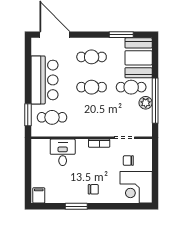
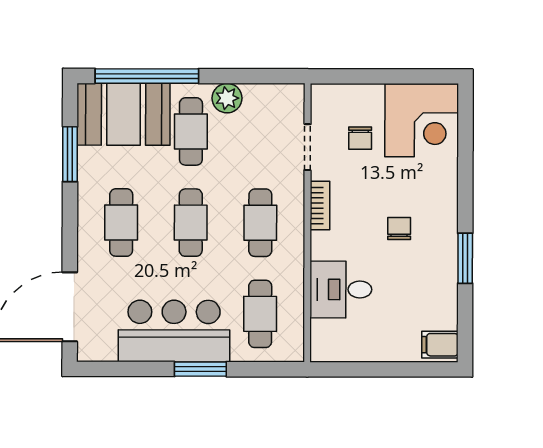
window: (155, 101) -> (147, 76), moved
window: (28, 115) -> (200, 369), moved
cafe table: (92, 117) -> (260, 223), added
chair: (93, 189) -> (399, 228), moved

